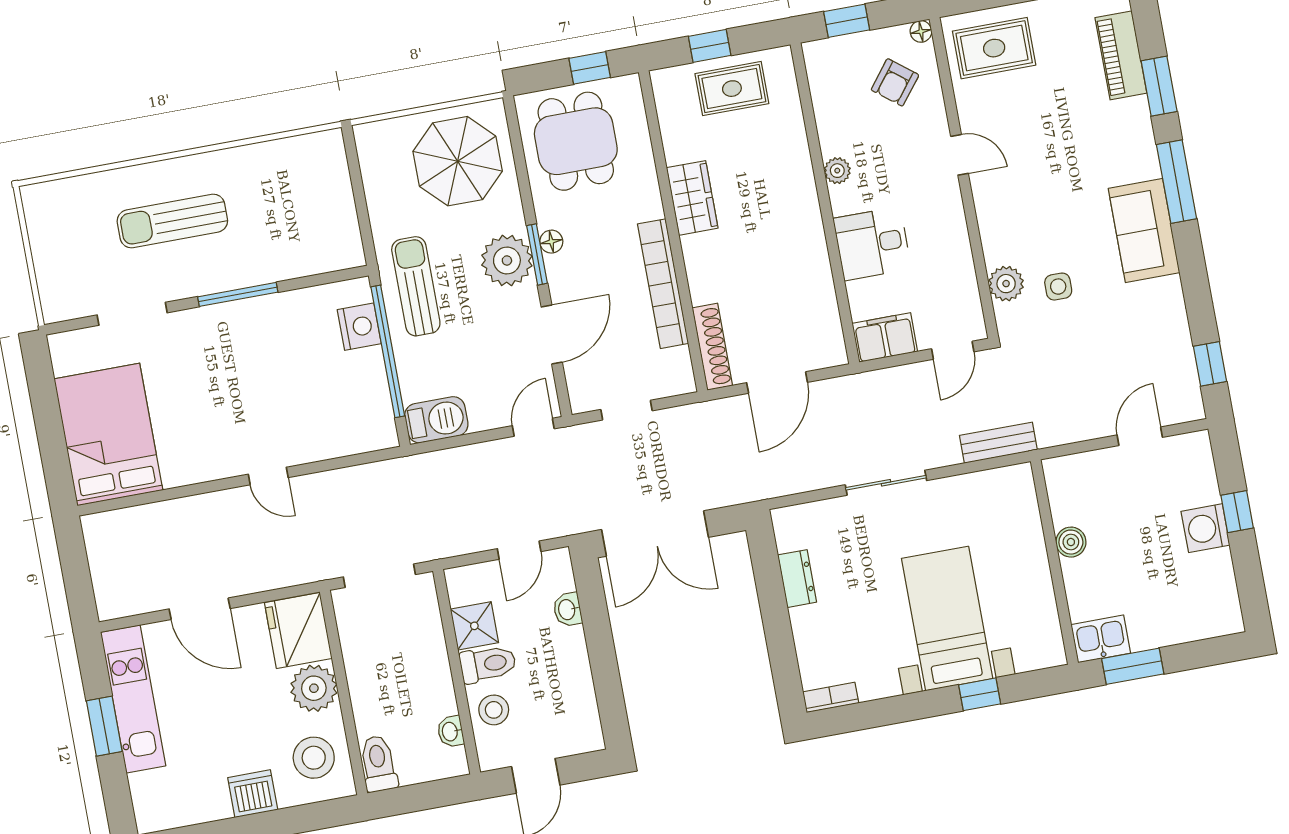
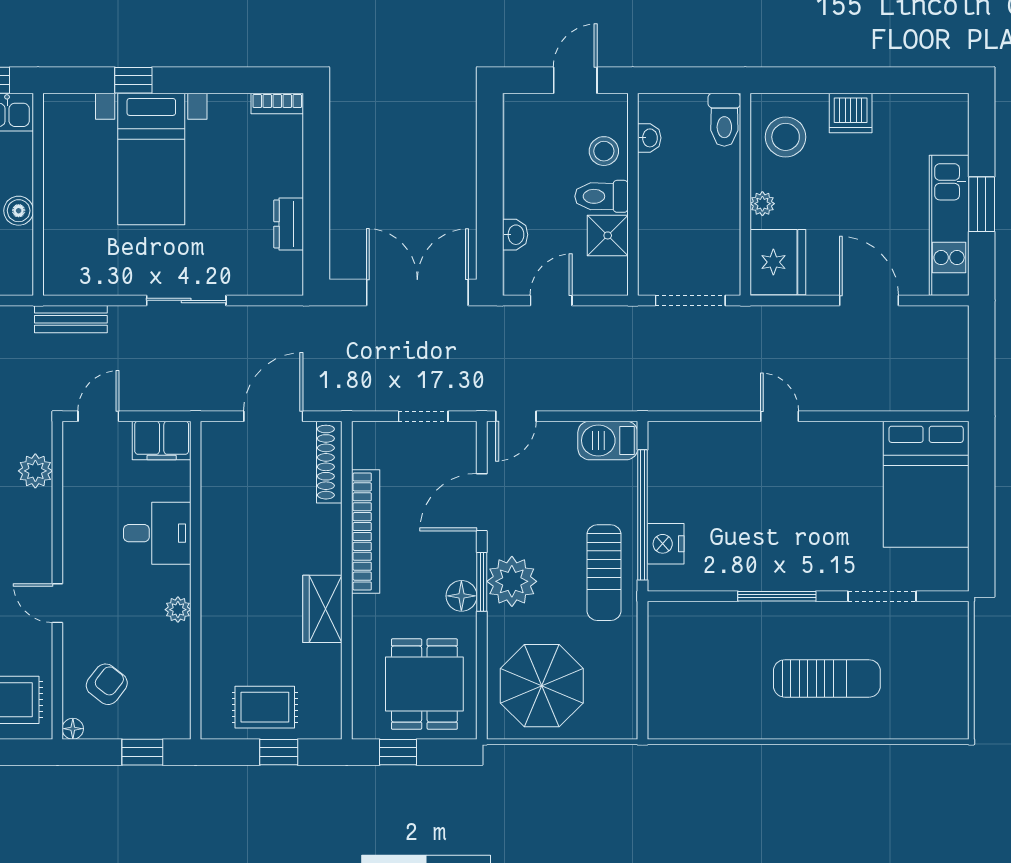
floor lamp: (551, 242) -> (461, 596), width x1.37, depth x1.37
plant: (314, 688) -> (762, 204), width x0.53, depth x0.53

